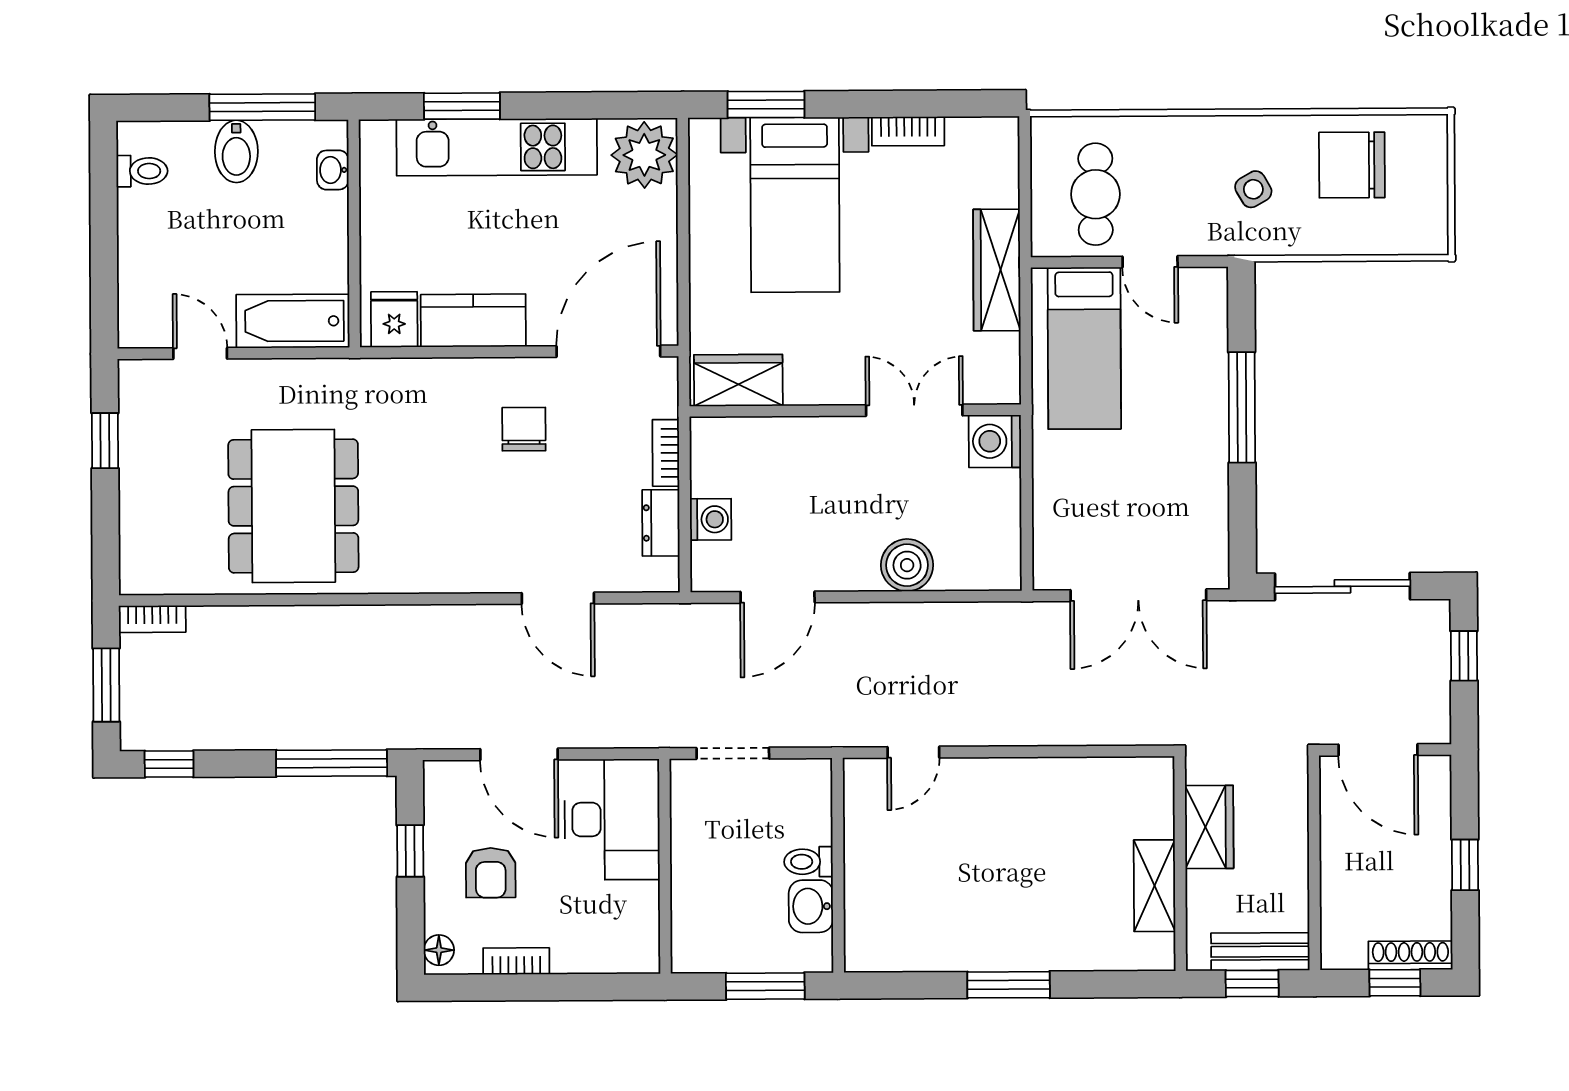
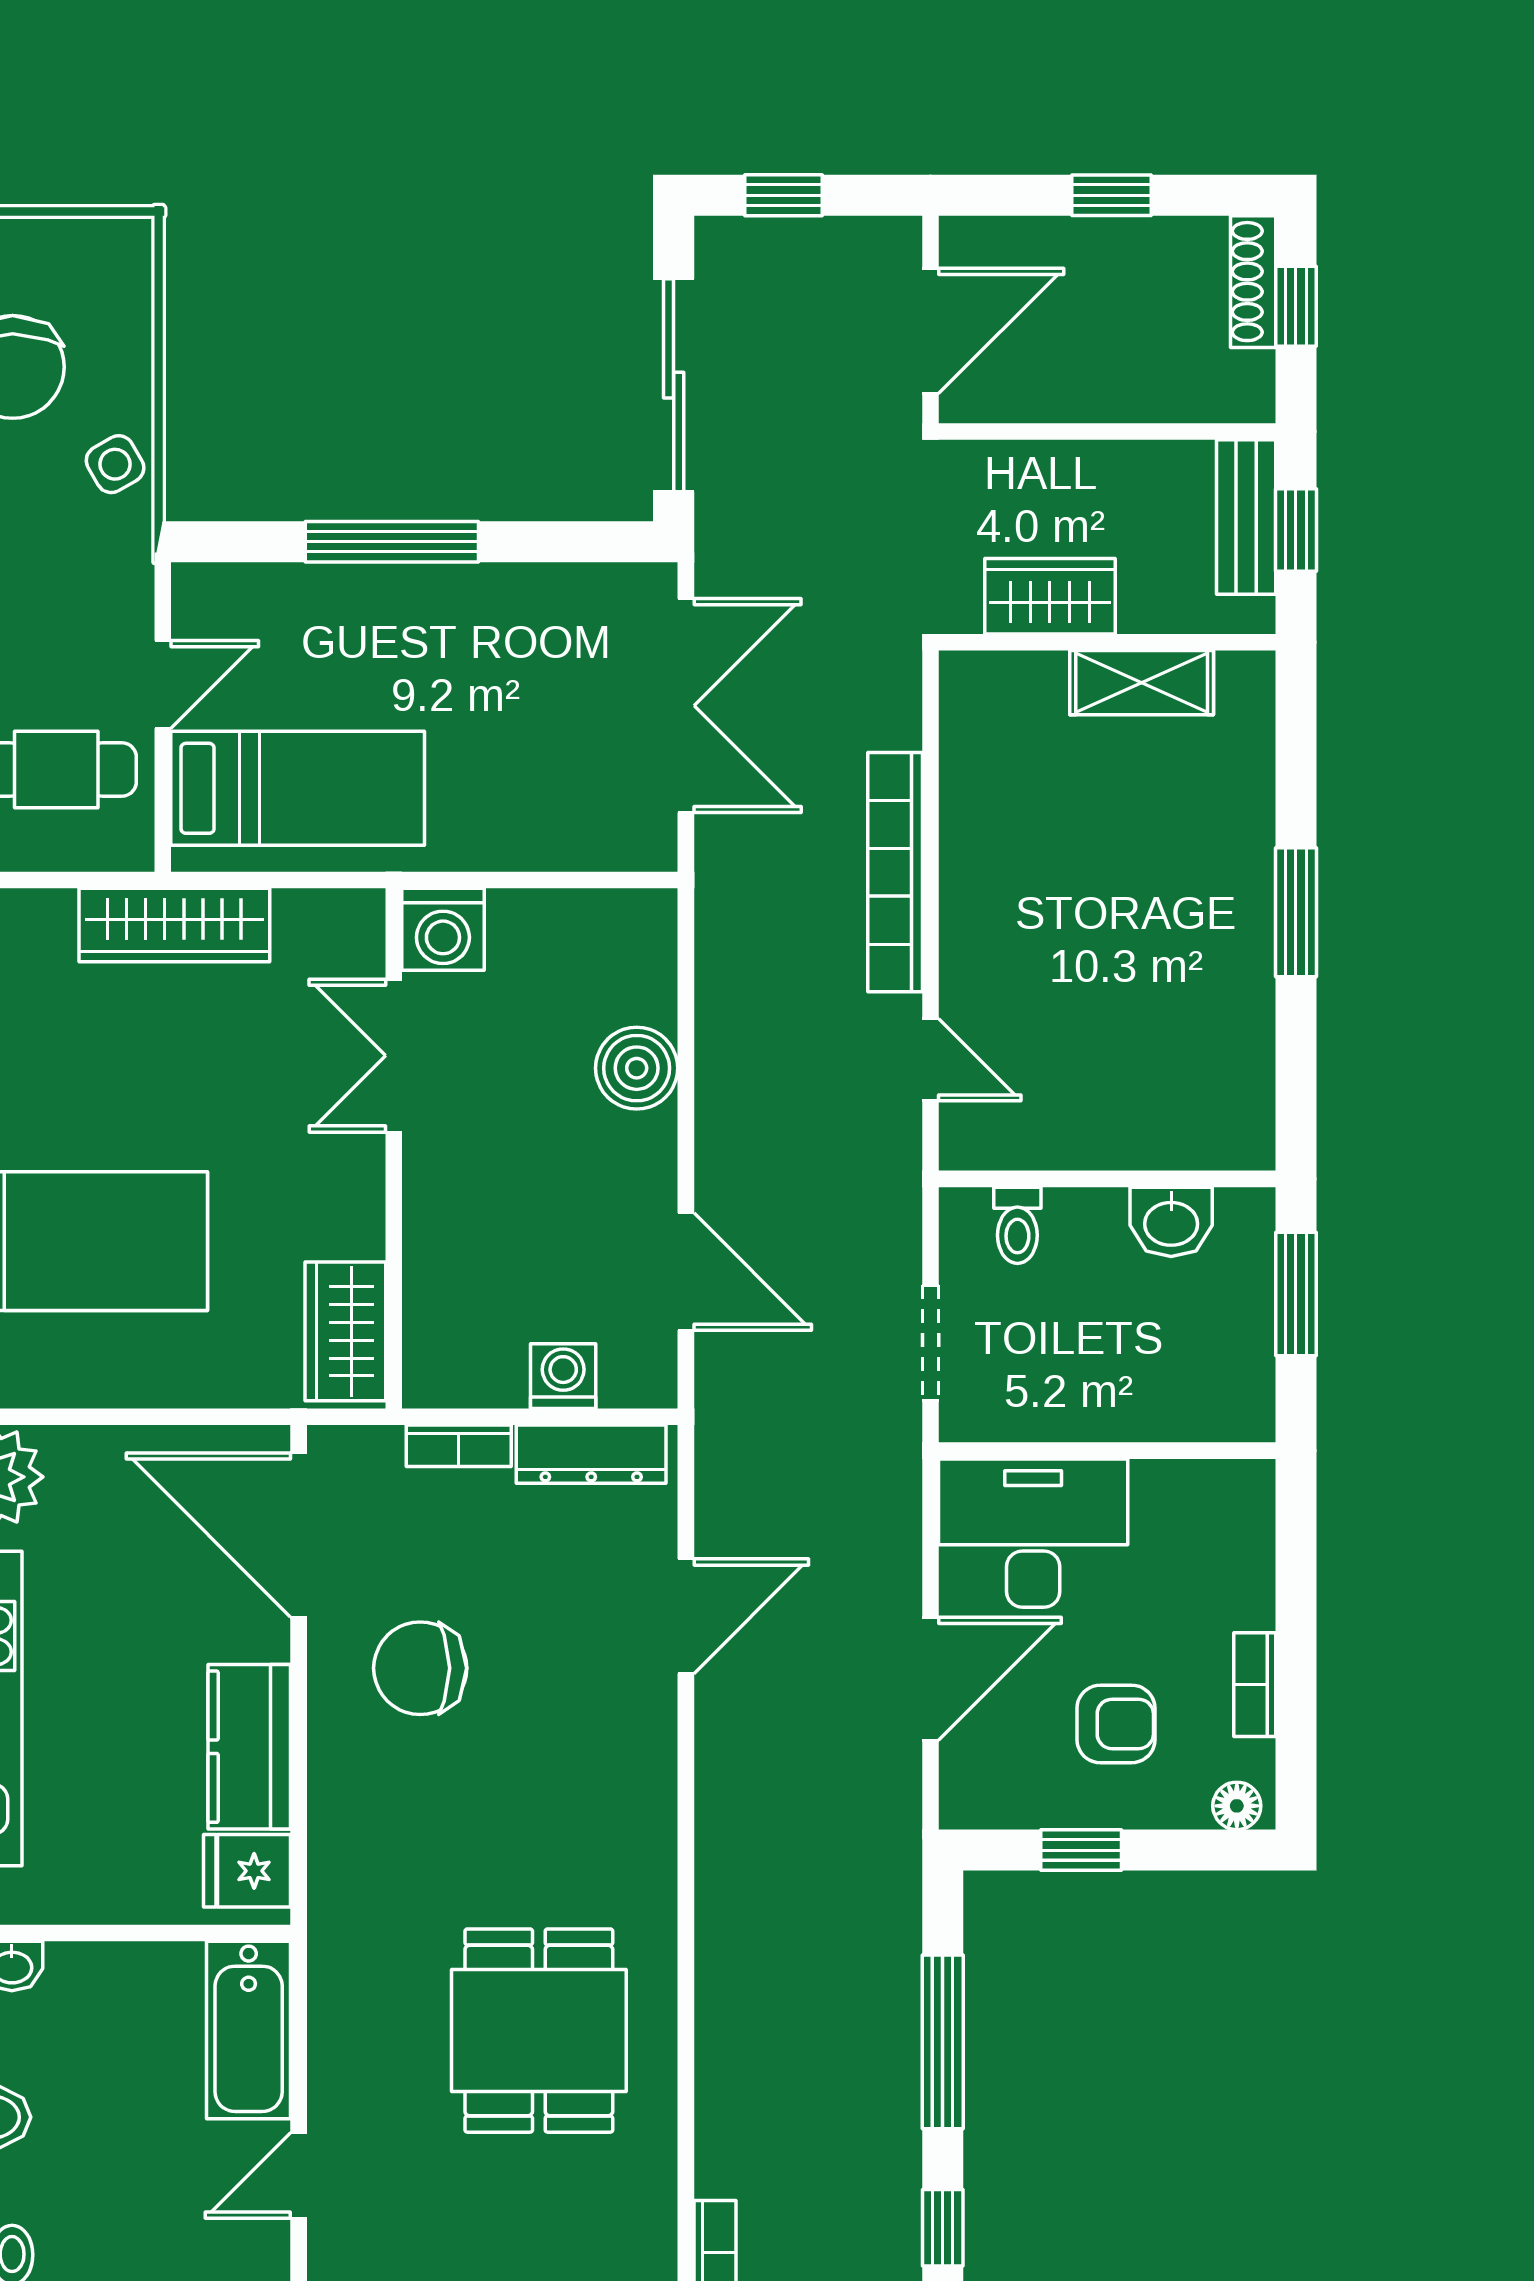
side table: (1253, 189) -> (115, 464), moved
chair: (524, 429) -> (420, 1668), width x1.37, depth x1.37
dining table: (293, 506) -> (539, 2031), width x0.73
dresser: (661, 523) -> (591, 1454), width x1.44
bookcase: (1033, 729) -> (895, 872), added
window: (332, 763) -> (943, 2042), moved
toilet: (808, 862) -> (1017, 1225), moved

